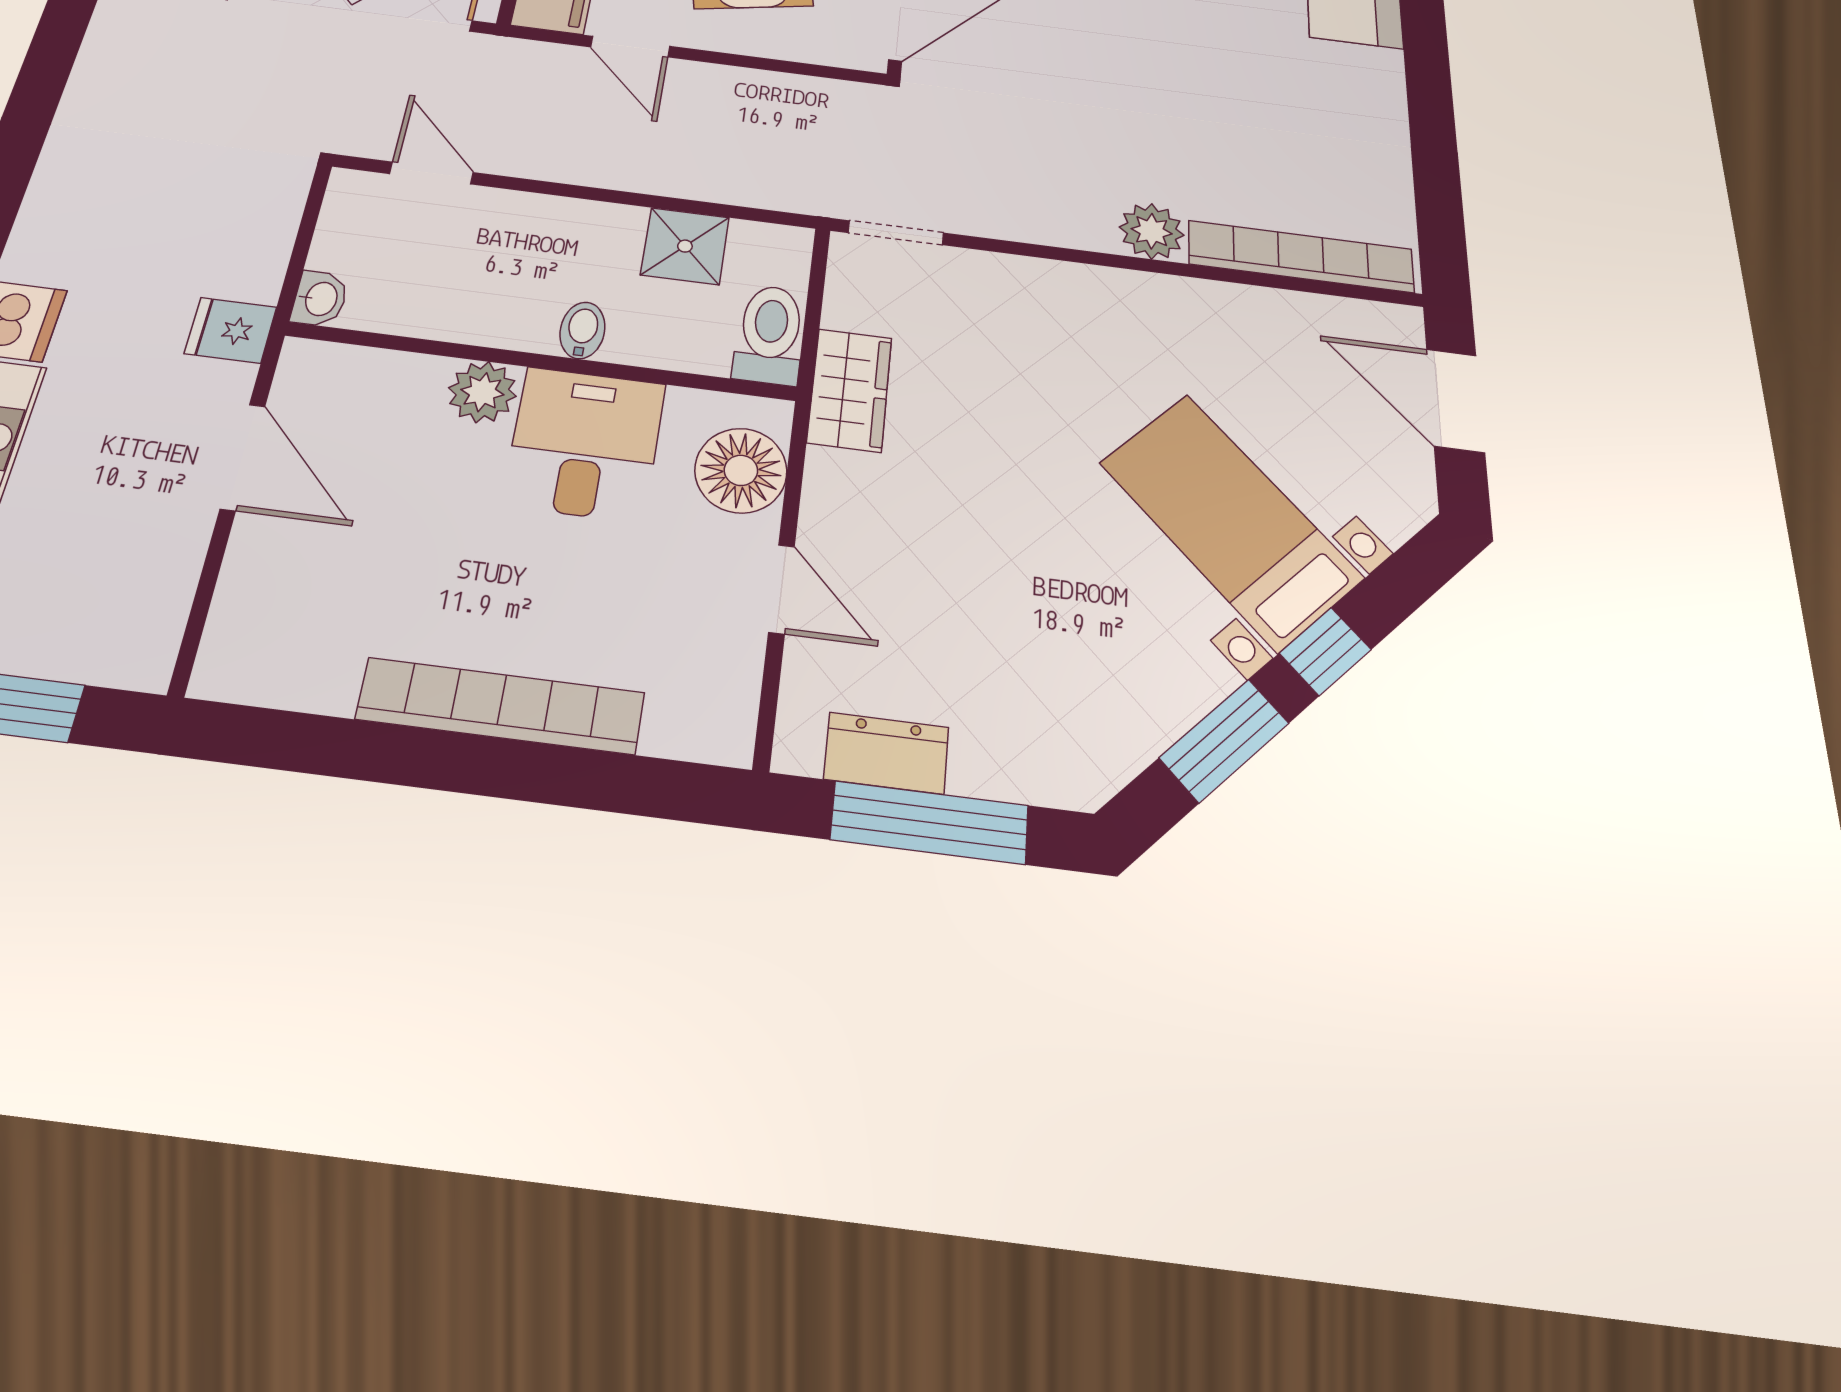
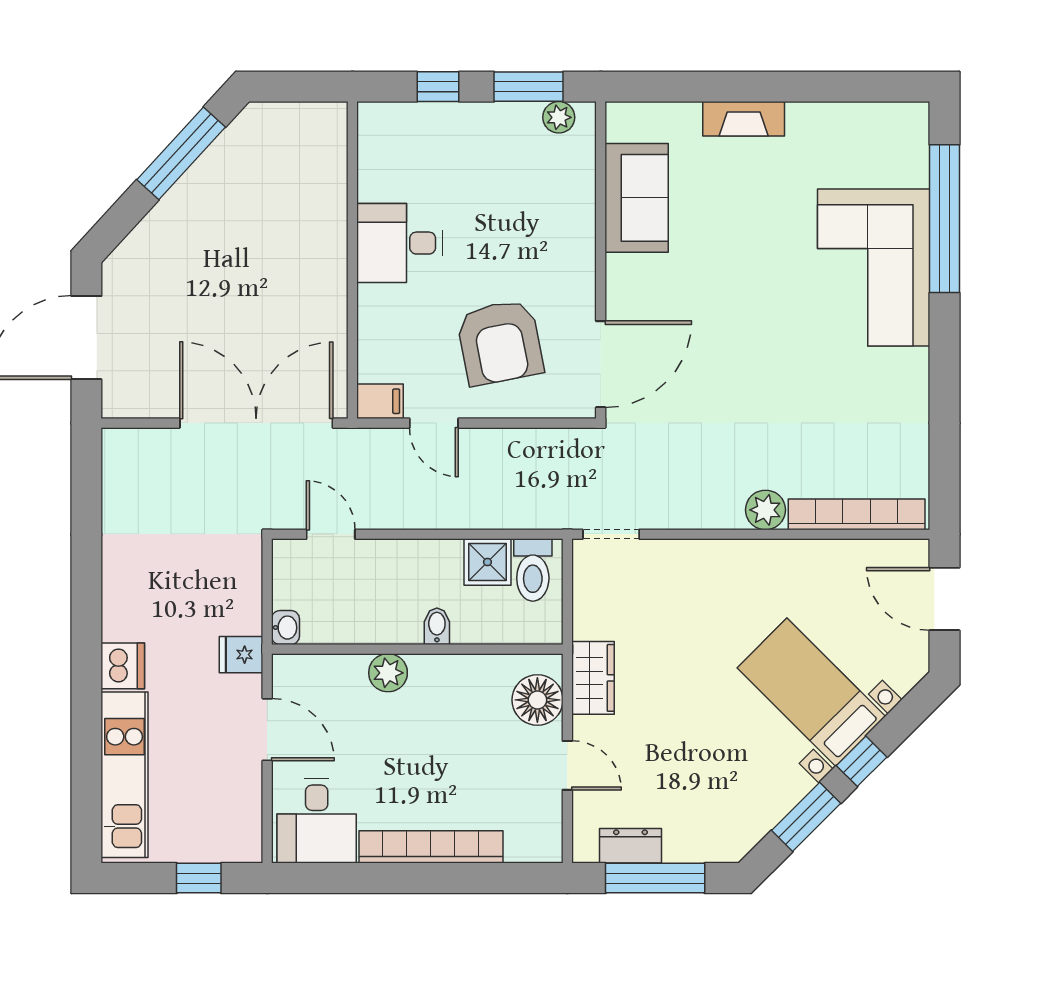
toilet: (770, 334) -> (533, 570), moved, turned 180
wardrobe: (850, 390) -> (593, 678), moved
desk: (585, 444) -> (317, 821), moved, turned 180

